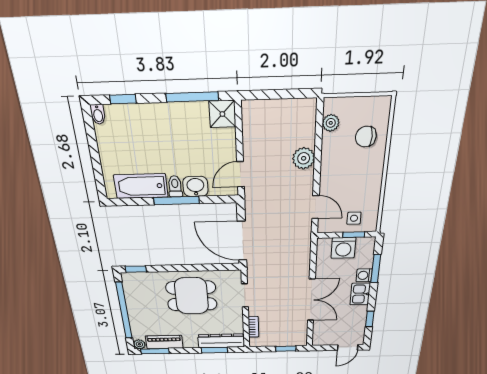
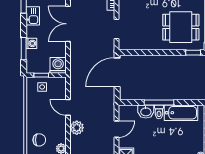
door: (240, 174) -> (117, 129), moved
door: (316, 207) -> (68, 107), moved
door: (242, 241) -> (117, 72), swing flipped
washing machine: (343, 248) -> (58, 65), moved
kitchen sink: (360, 294) -> (33, 16), moved
dining table: (192, 296) -> (181, 27), moved

